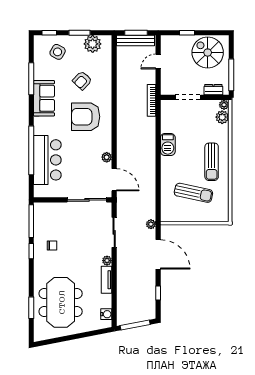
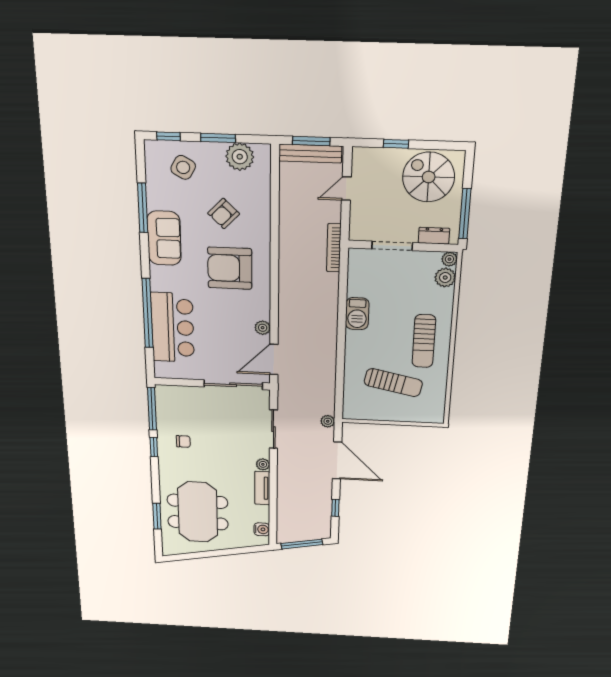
door: (114, 180) -> (274, 359), swing flipped

